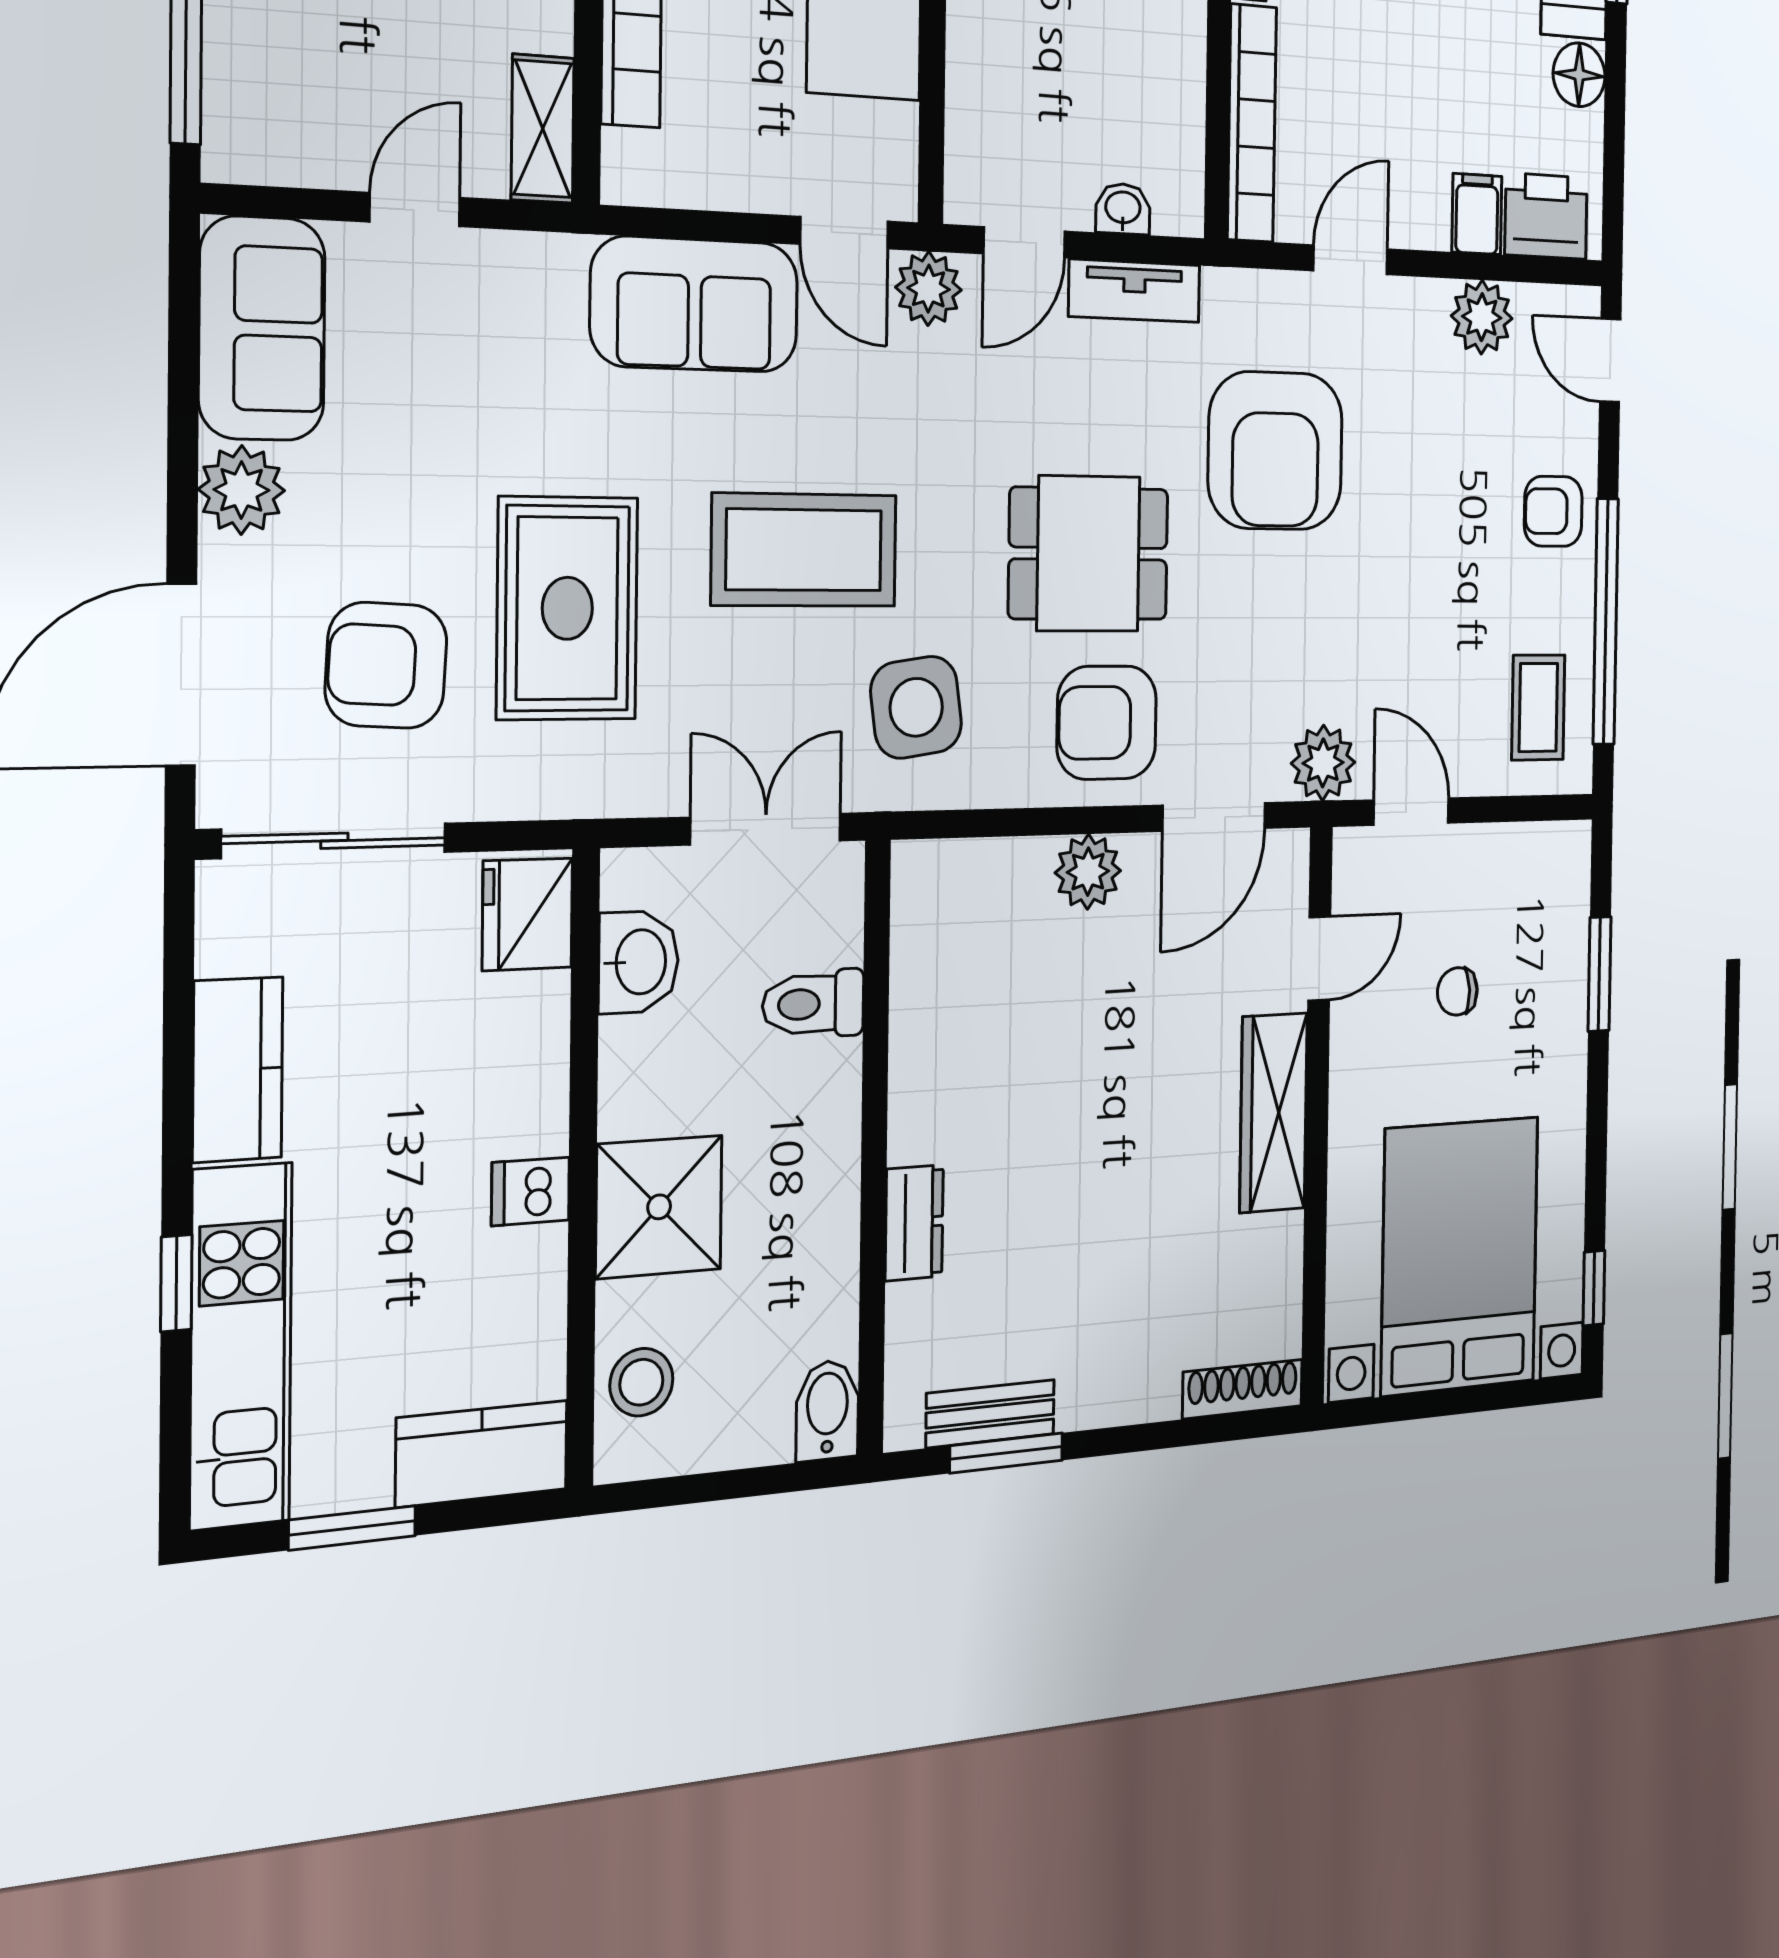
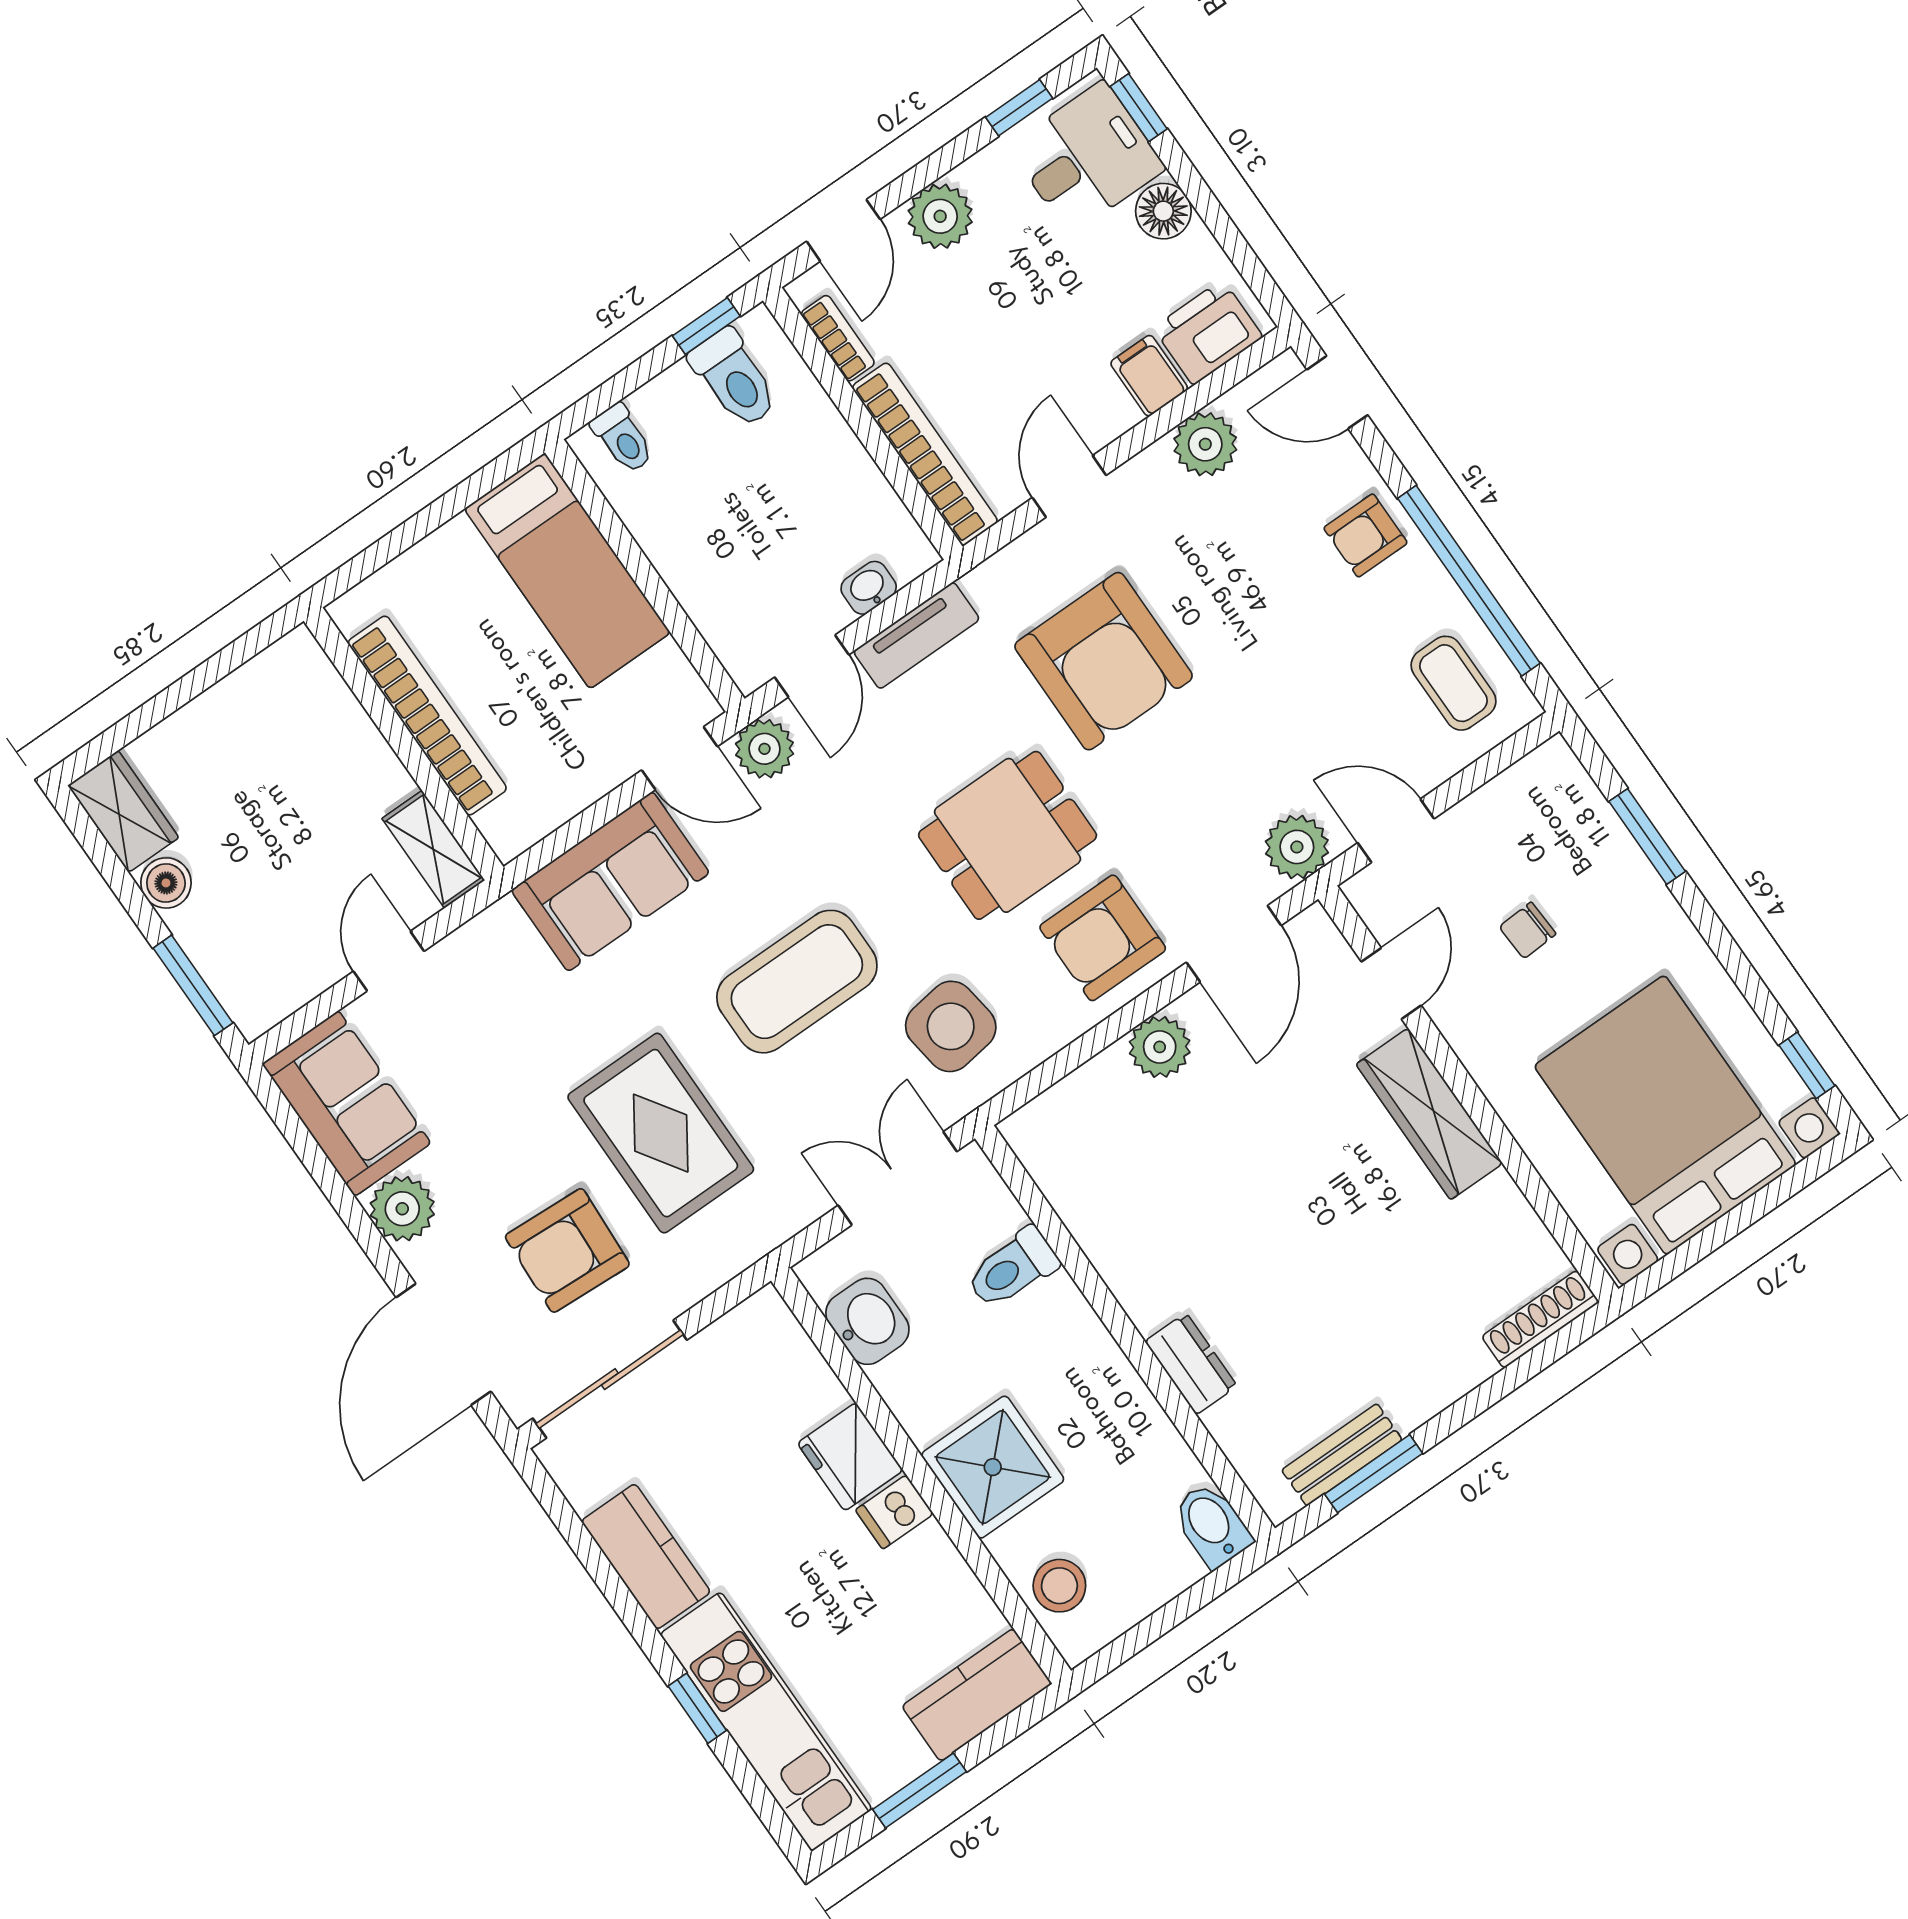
fridge: (527, 914) -> (850, 1457), moved

